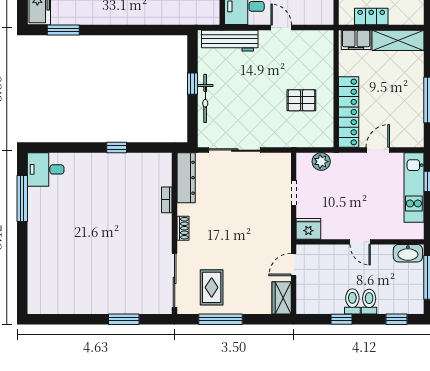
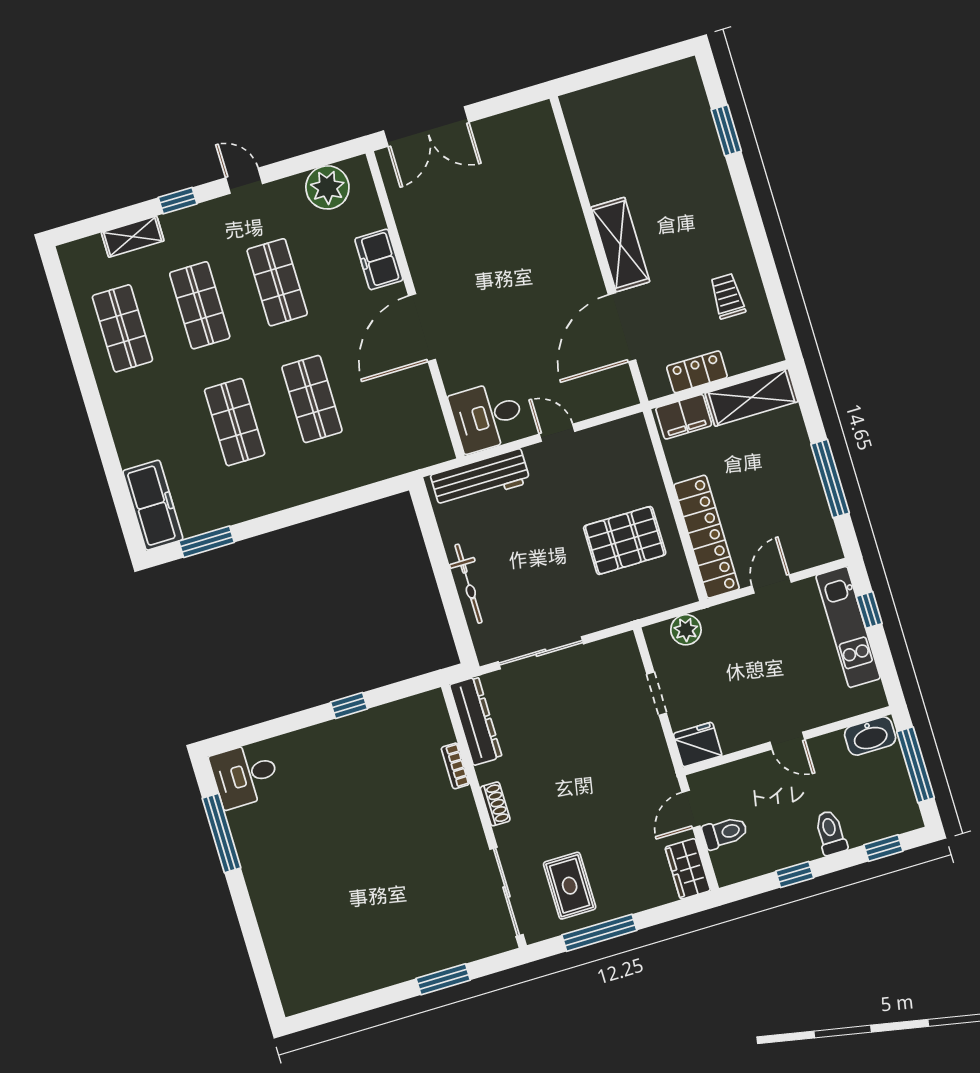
window: (192, 84) -> (441, 566), removed
pallet: (301, 100) -> (625, 540), width x1.50, depth x1.42
toilet: (352, 301) -> (725, 833), moved, turned 90

